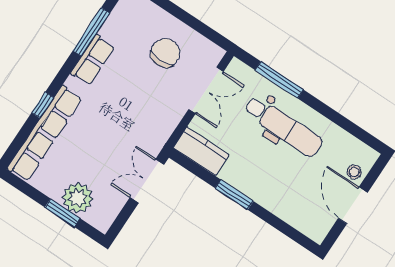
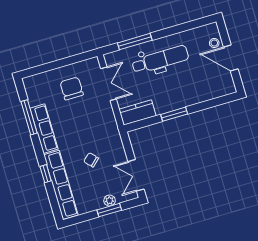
row of seats: (93, 60) -> (44, 129), width x1.48
chair: (102, 144) -> (91, 160), added
double door: (147, 181) -> (136, 175), moved
plant: (78, 198) -> (110, 201), width x0.53, depth x0.53

